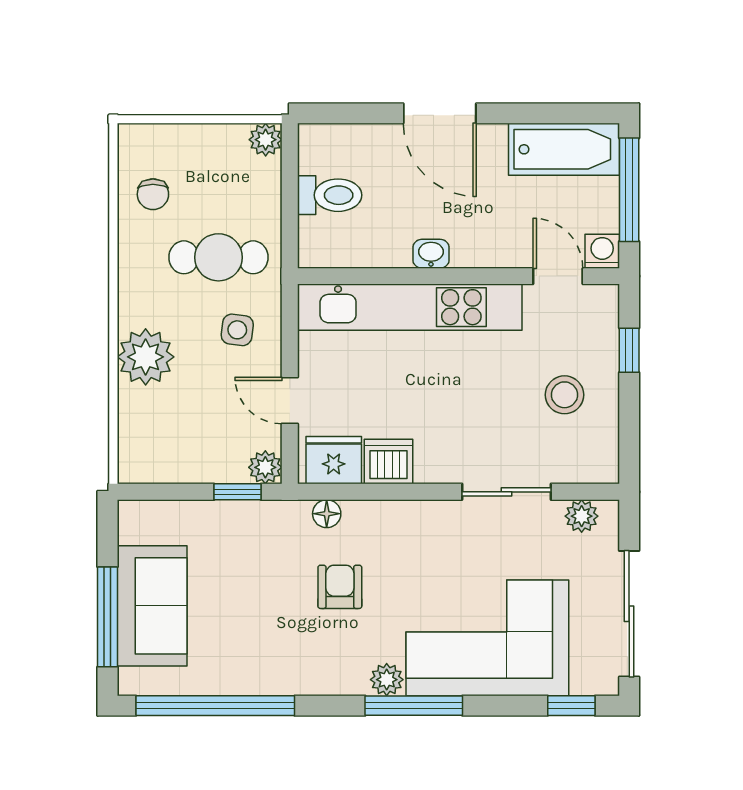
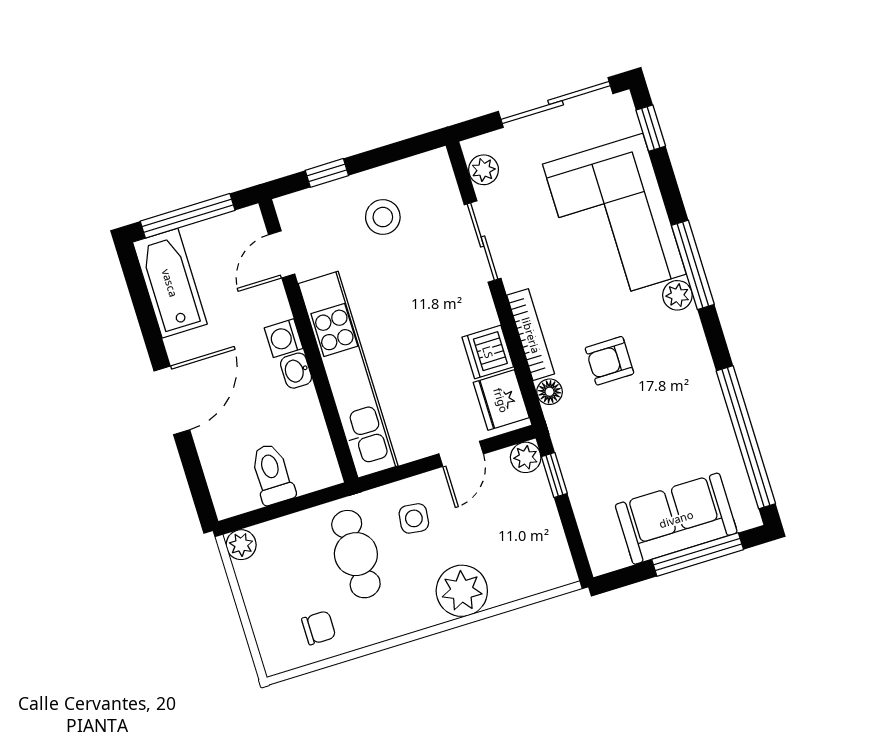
washing machine: (602, 251) -> (284, 338), moved
bookcase: (393, 512) -> (531, 335), added

